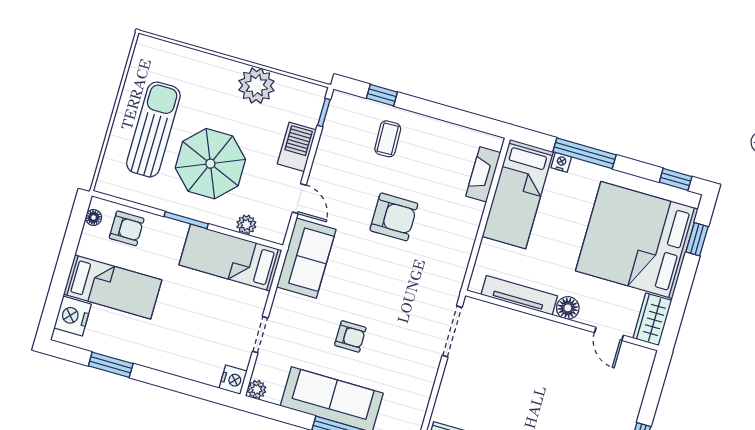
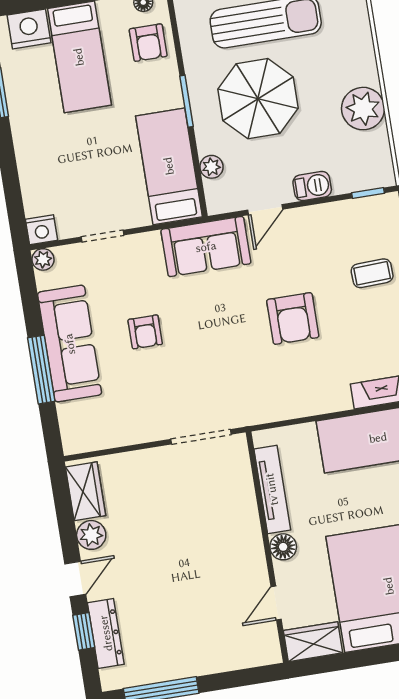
barbecue: (297, 147) -> (312, 186), width x0.73, depth x0.79

